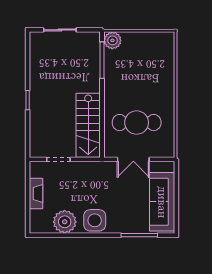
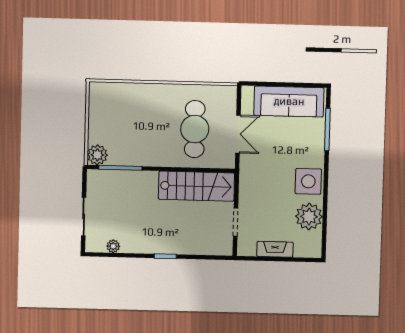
plant: (35, 56) -> (113, 246), added

